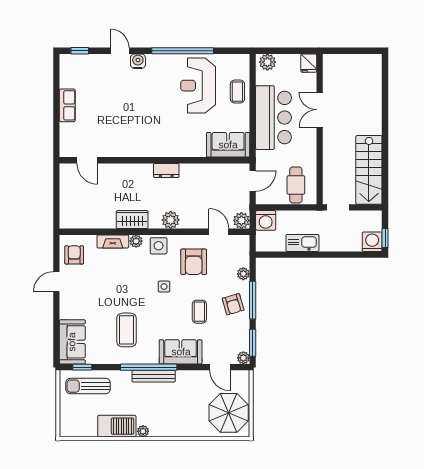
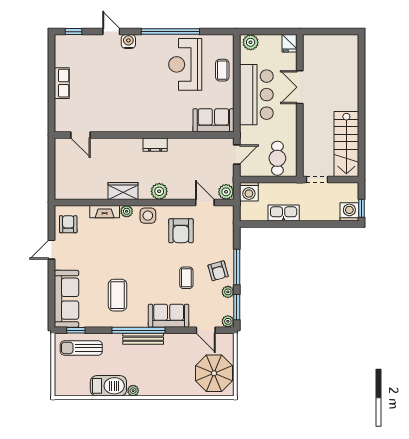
plant: (243, 274) -> (228, 292), moved
side table: (164, 287) -> (153, 254), removed
sofa: (72, 342) -> (66, 299), width x1.36

